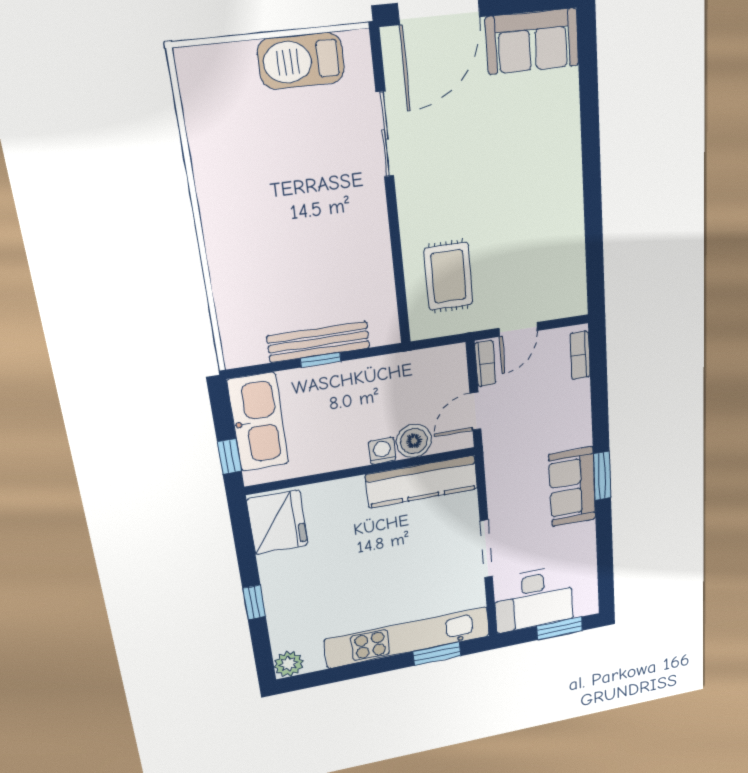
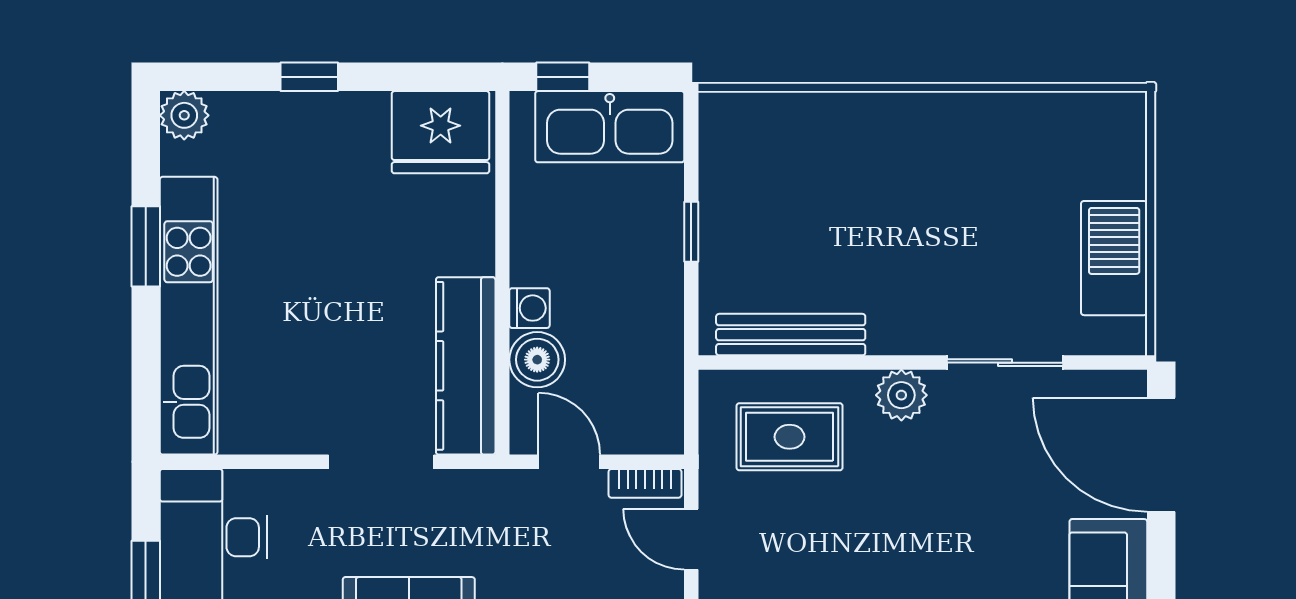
plant: (414, 205) -> (901, 395), added
bench: (319, 342) -> (791, 335), moved, turned 90
doorway: (486, 549) -> (381, 462), moved
window: (437, 654) -> (146, 246), moved

